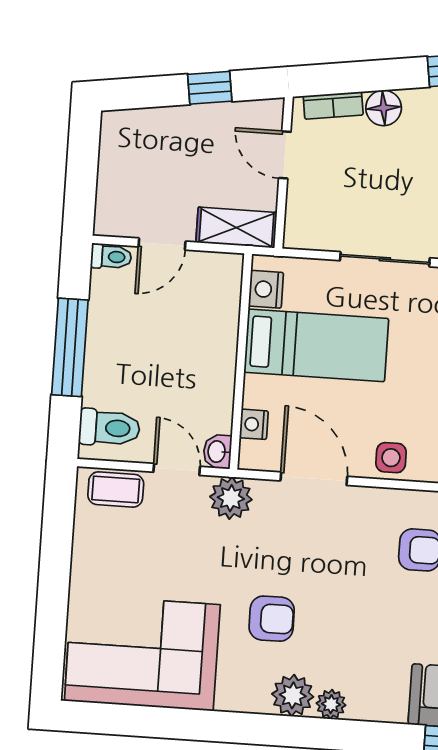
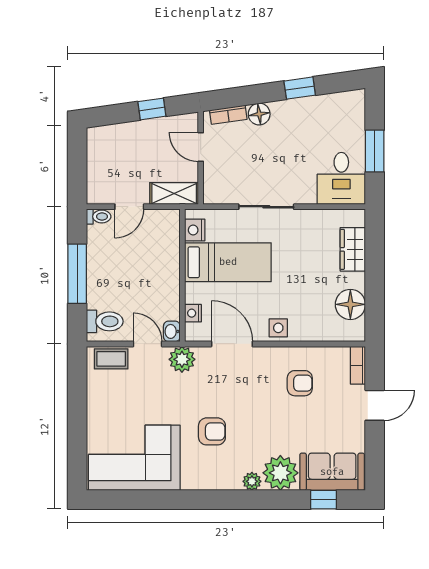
plant: (293, 695) -> (280, 473), moved, width x1.36, depth x1.36

